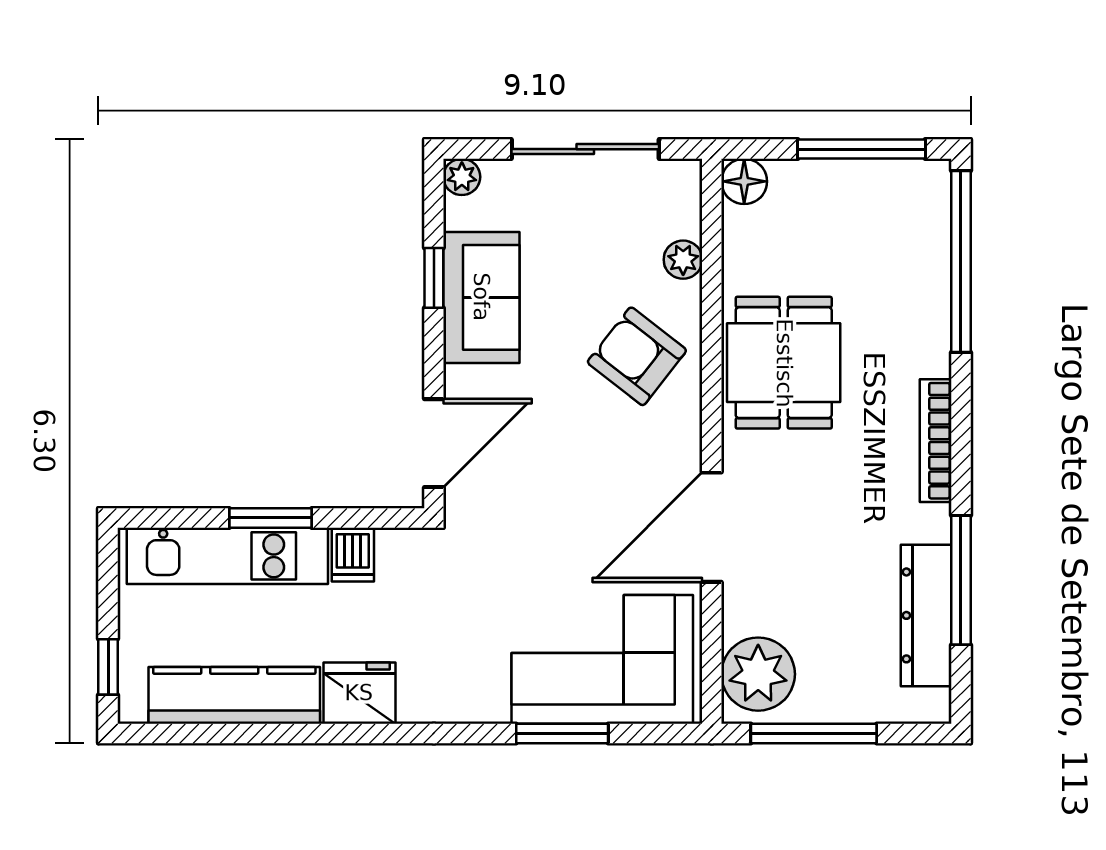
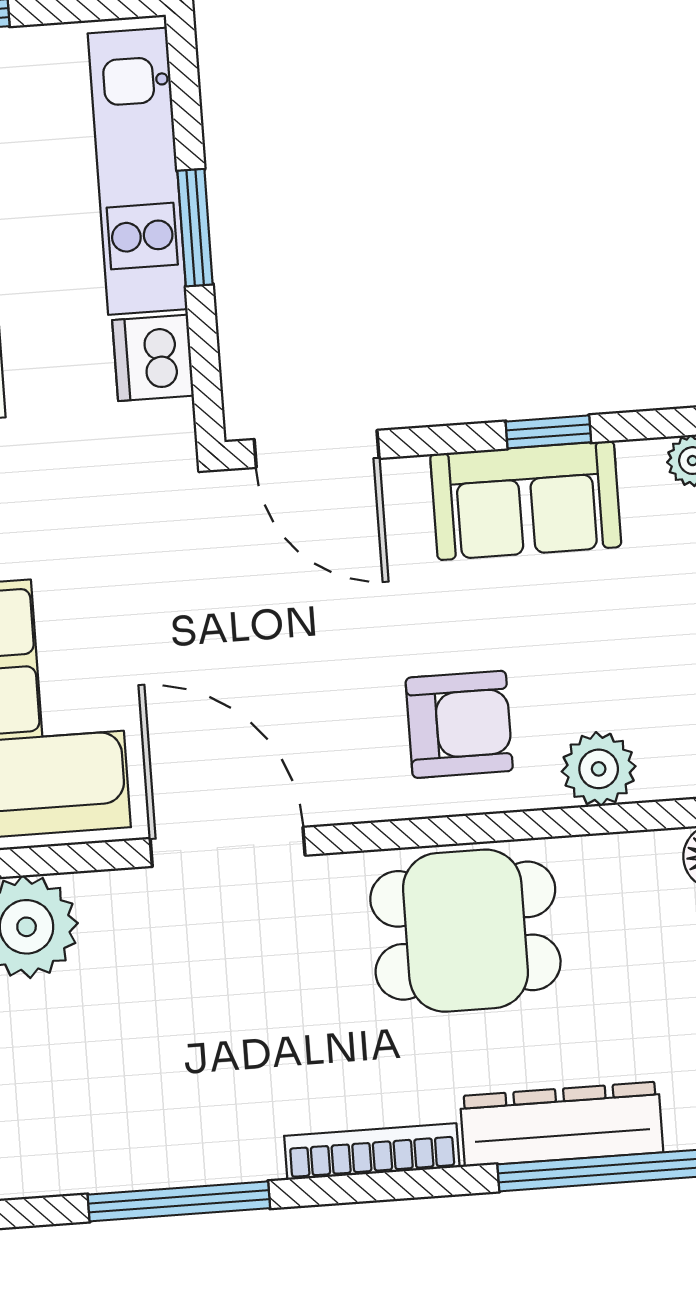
plant: (683, 260) -> (599, 769), width x1.38, depth x1.38
armchair: (637, 356) -> (459, 724), turned 52
dishwasher: (353, 555) -> (153, 358), width x1.38
dresser: (926, 615) -> (562, 1124), moved

